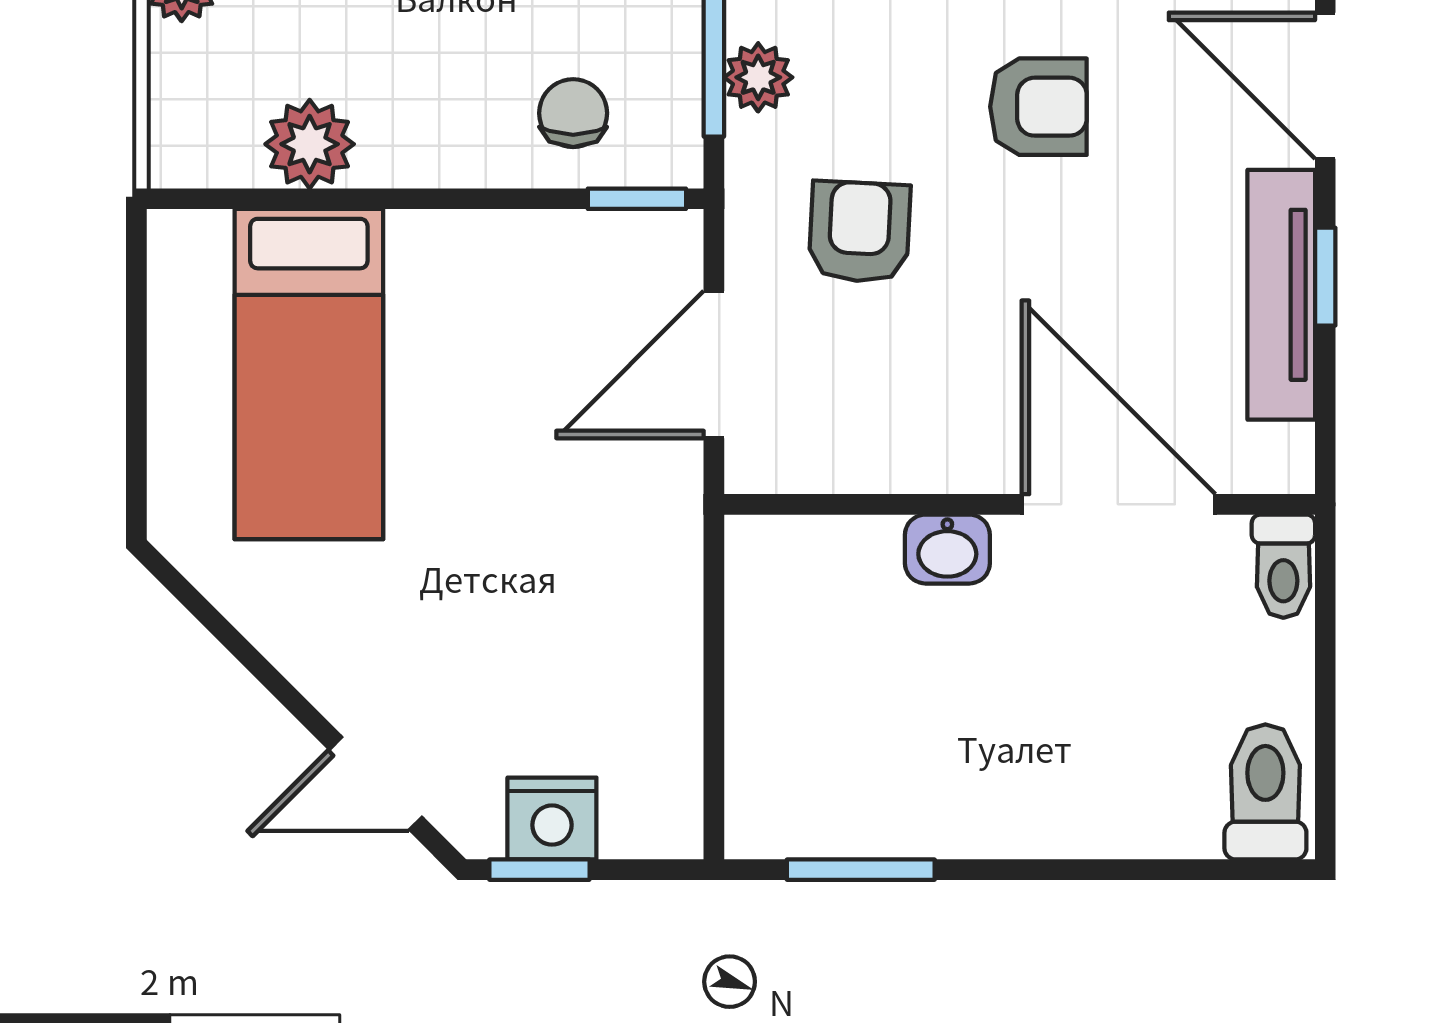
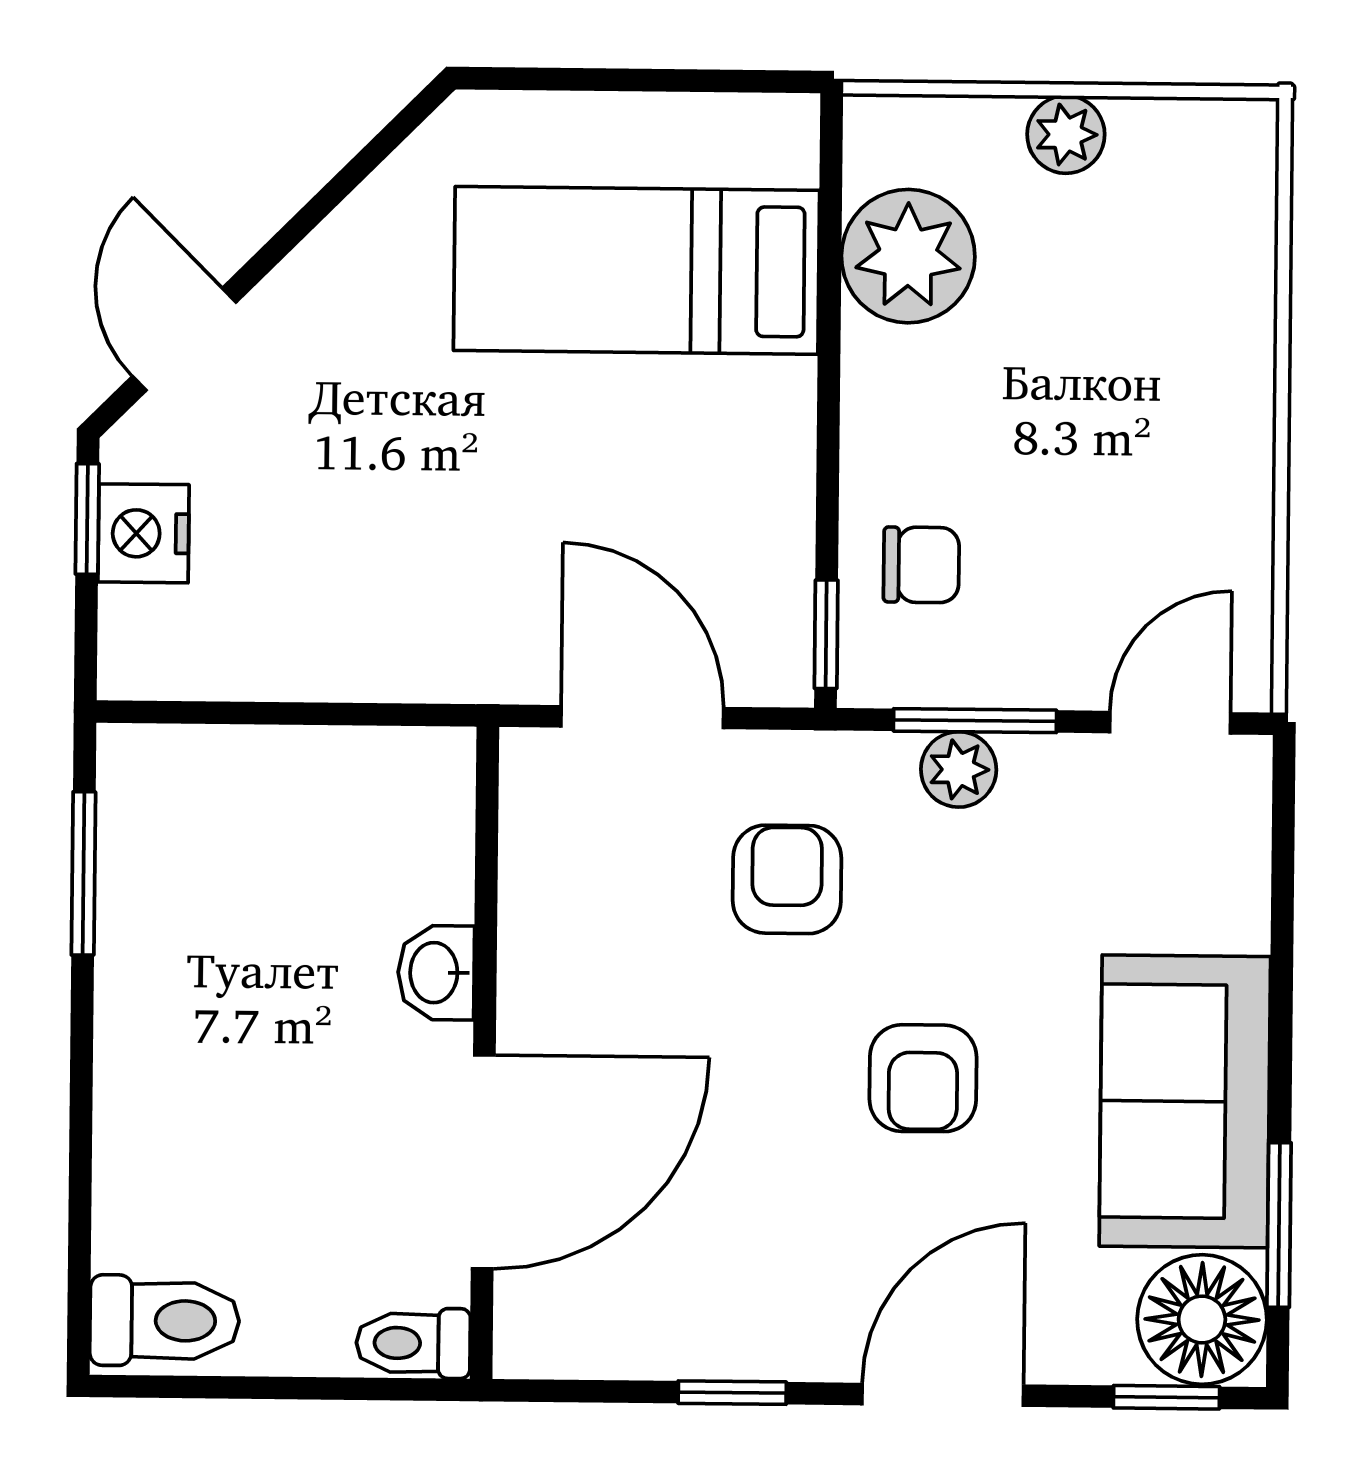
plant: (310, 144) -> (908, 256), width x1.36, depth x1.36
armchair: (859, 232) -> (787, 879), turned -93
tv unit: (1281, 295) -> (713, 1344), removed

